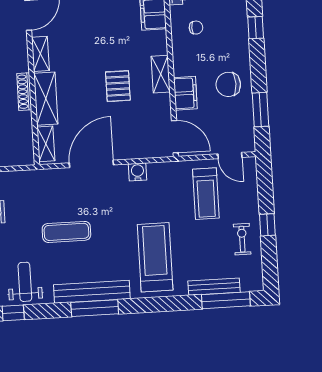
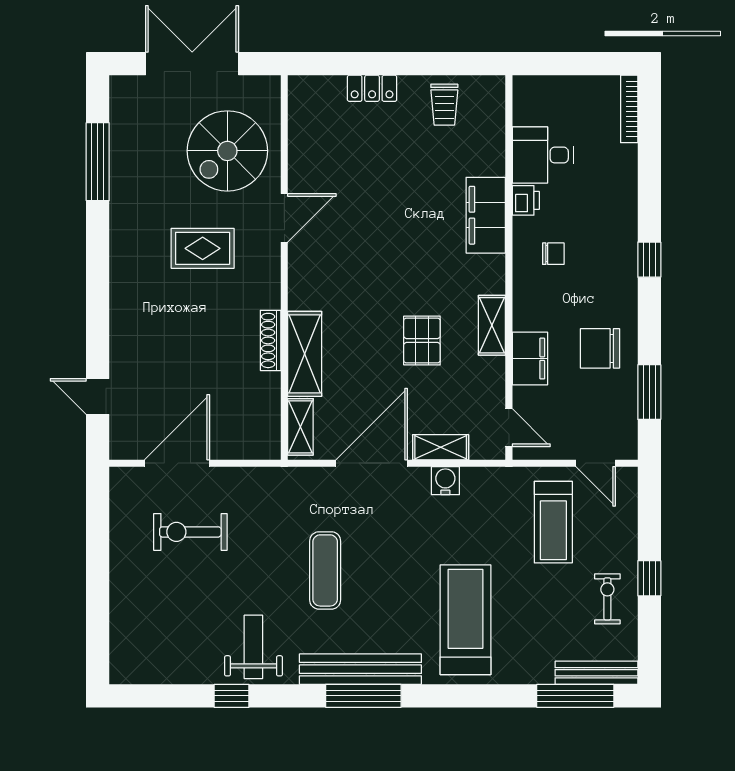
shelving: (40, 54) -> (441, 447), moved, turned 90
door: (175, 137) -> (509, 428), width x0.73
exercise mat: (66, 232) -> (325, 570), turned 90
bench: (214, 287) -> (596, 673), moved

